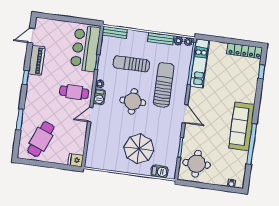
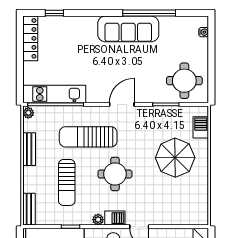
plant: (178, 41) -> (29, 125), removed

